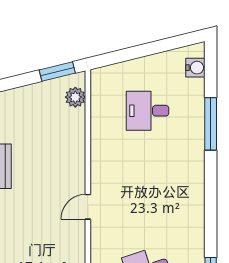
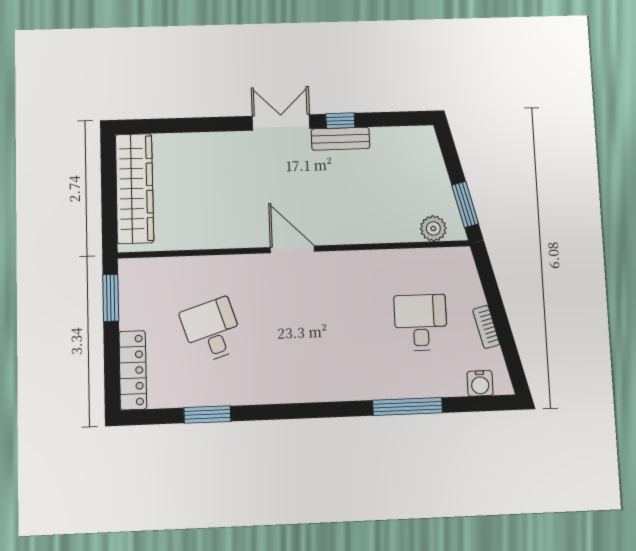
bookcase: (153, 60) -> (486, 327), added
door: (88, 207) -> (292, 249), width x1.37

